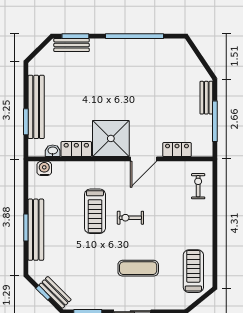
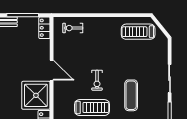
locker: (177, 150) -> (44, 28), moved
exercise mat: (138, 268) -> (131, 95), moved

